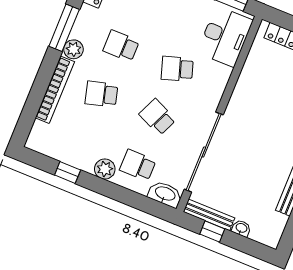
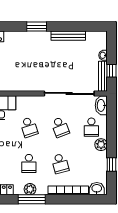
plant: (73, 49) -> (30, 189), moved
school desk: (157, 117) -> (60, 127), turned -45
washbasin: (40, 135) -> (97, 189), added

